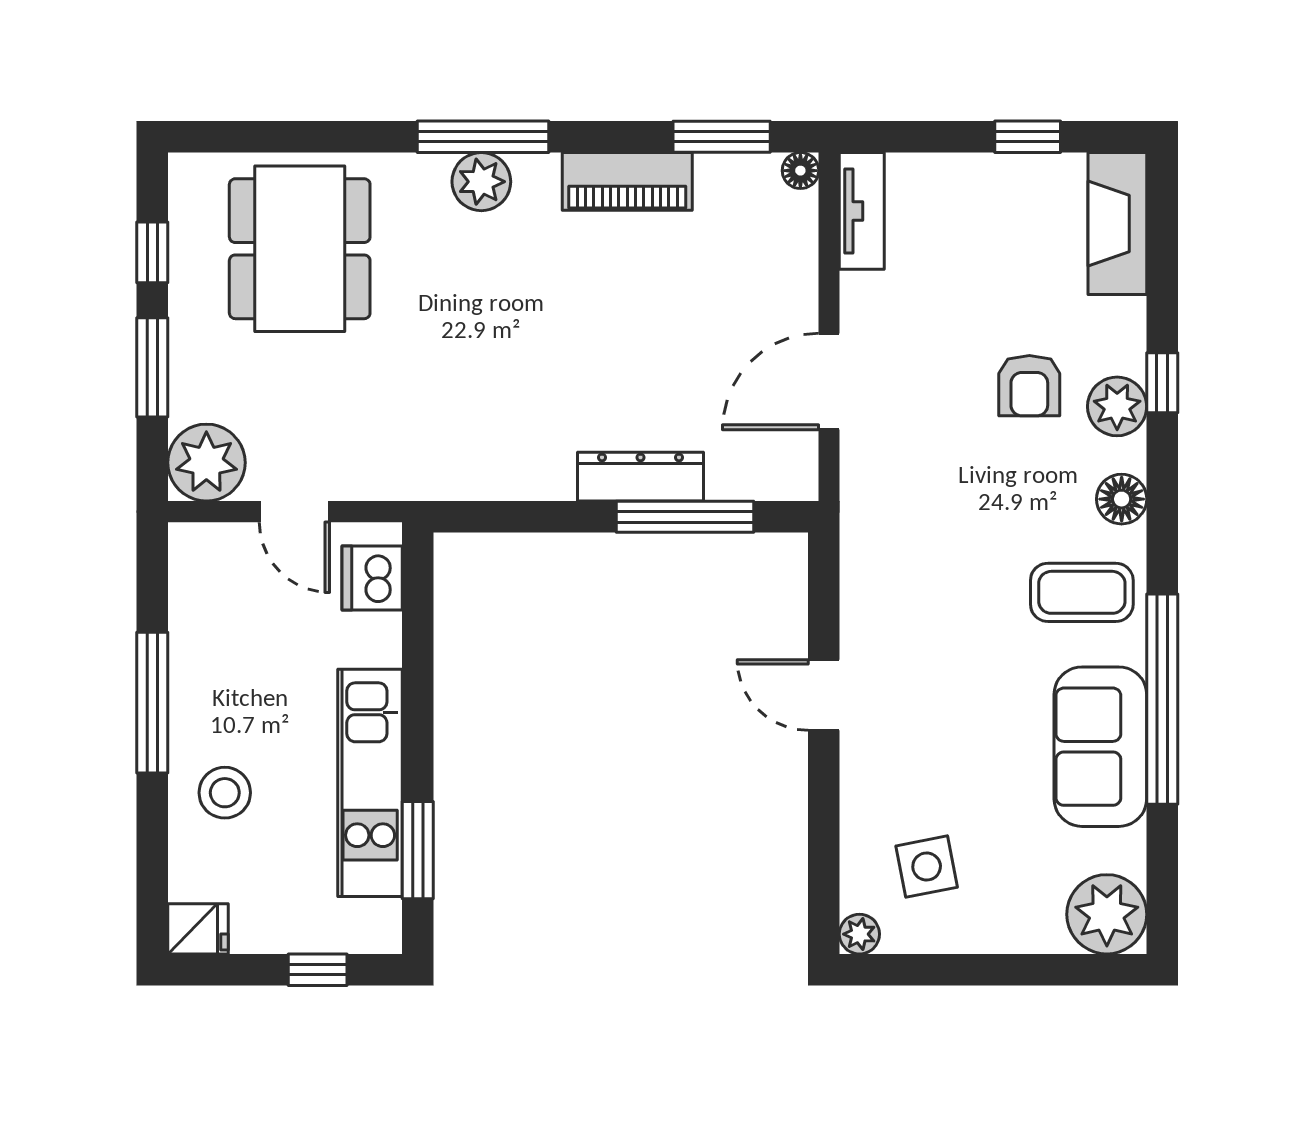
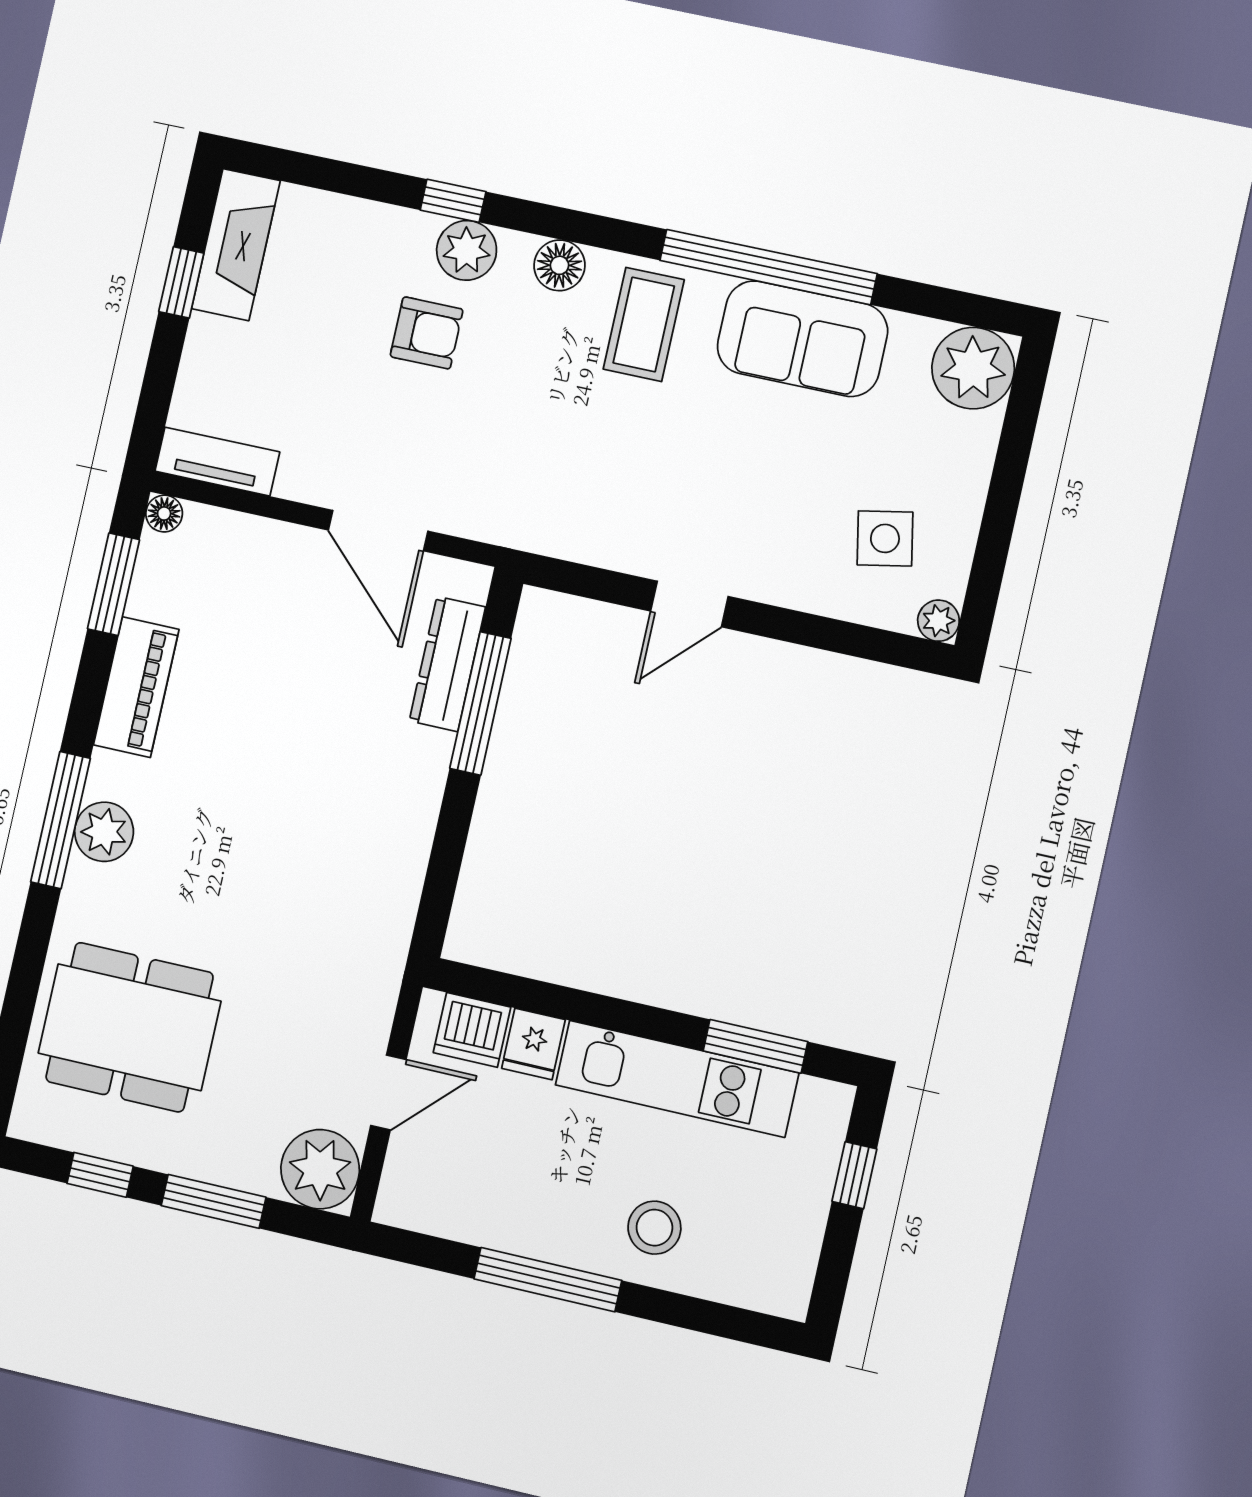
fireplace: (1117, 224) -> (236, 245), moved, turned -90
dresser: (641, 477) -> (447, 664), moved
fridge: (198, 929) -> (533, 1044), moved, turned 180

